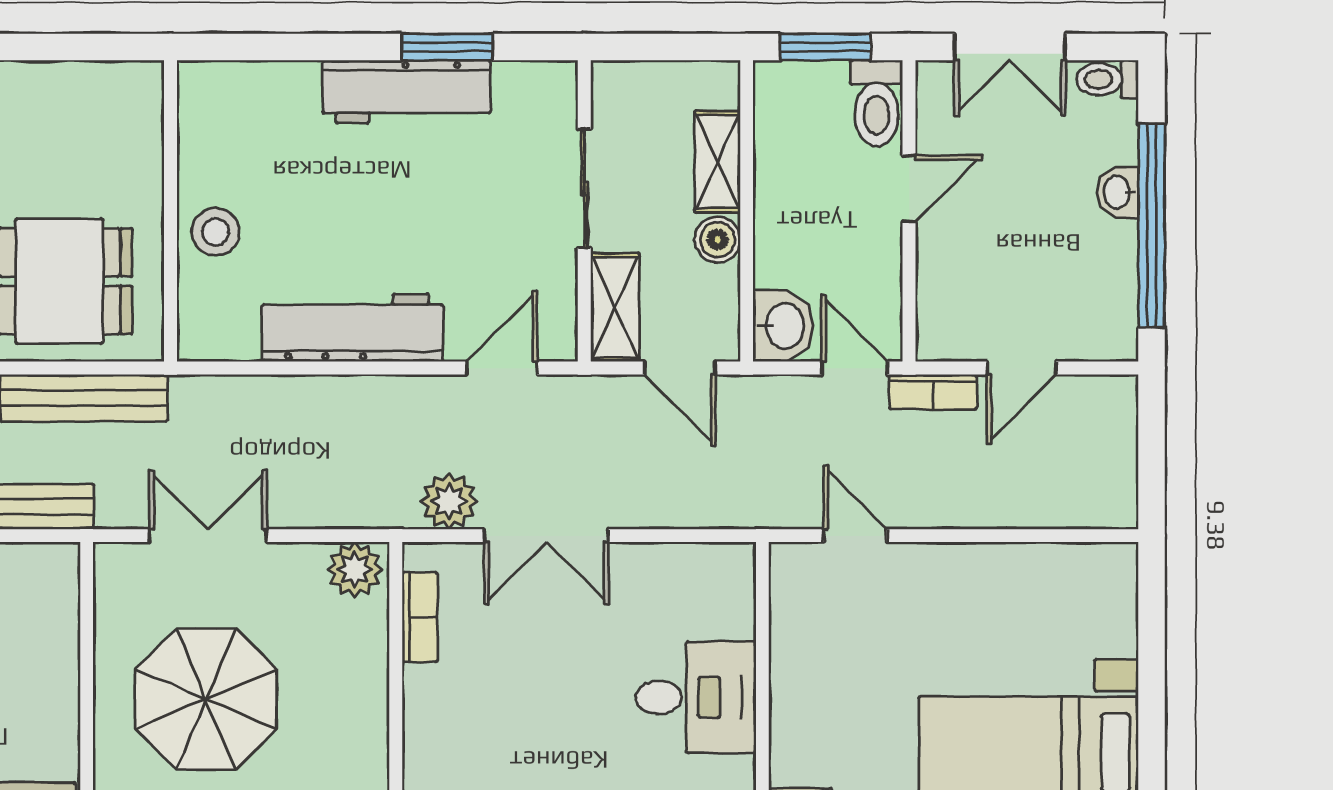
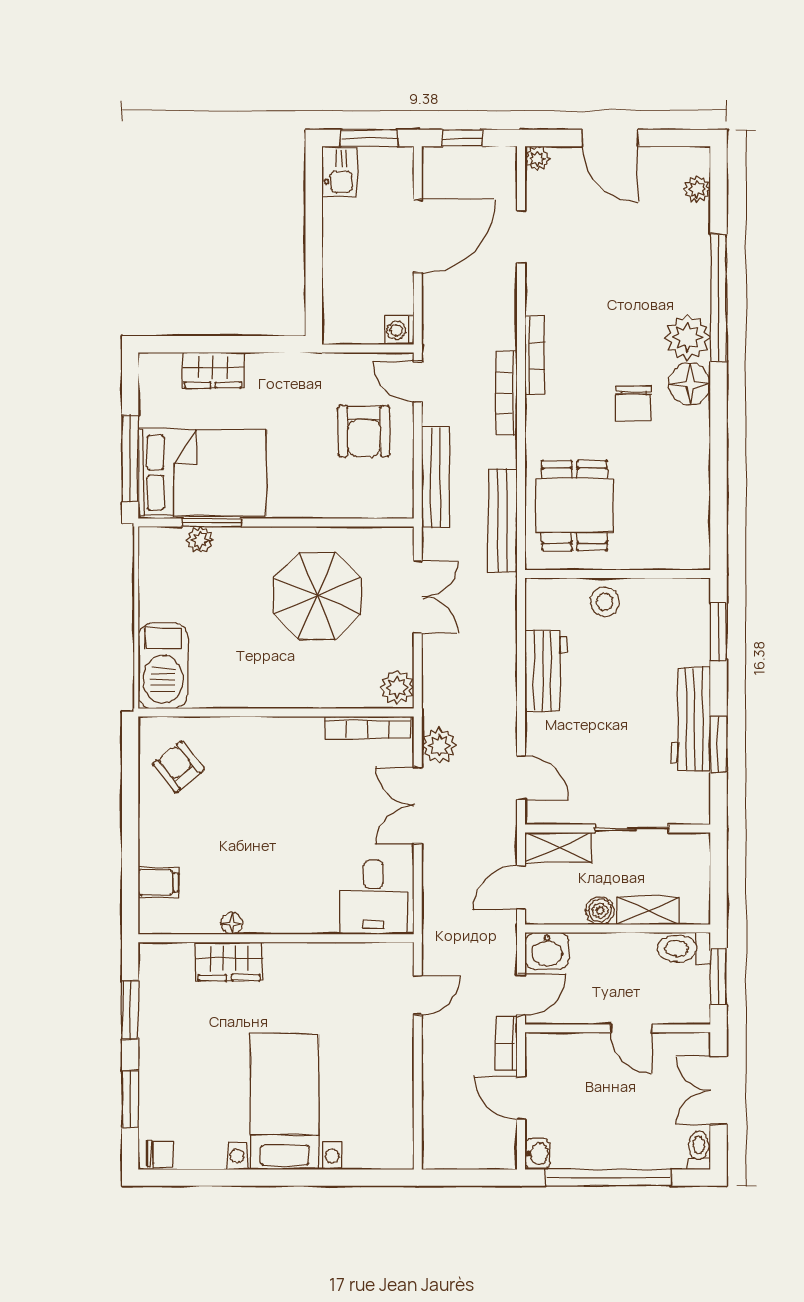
window: (264, 47) -> (718, 632), added
toilet: (877, 103) -> (684, 948), moved
washbasin: (1118, 192) -> (538, 1154), moved, turned 90
workbench: (353, 328) -> (546, 671), width x0.73
bookcase: (420, 617) -> (368, 727), width x1.56
desk: (696, 697) -> (373, 897), moved

